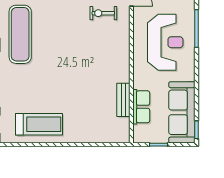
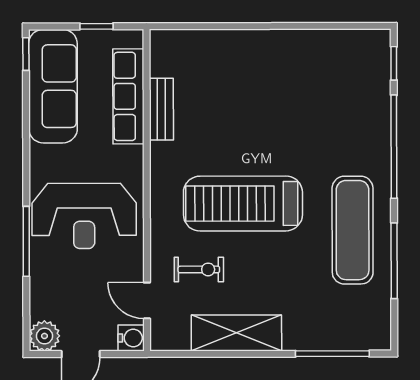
reception desk: (165, 42) -> (84, 216), turned -90
row of seats: (141, 107) -> (128, 96), width x1.48
treadmill: (39, 124) -> (243, 204), moved, width x1.37, depth x1.38

